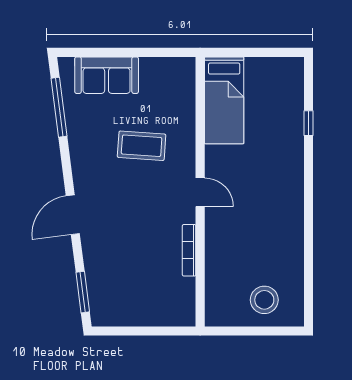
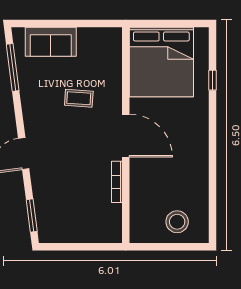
bed: (224, 100) -> (161, 62), width x2.04
coffee table: (142, 146) -> (79, 98), width x0.73, depth x0.77
door: (200, 192) -> (126, 136), width x1.88

